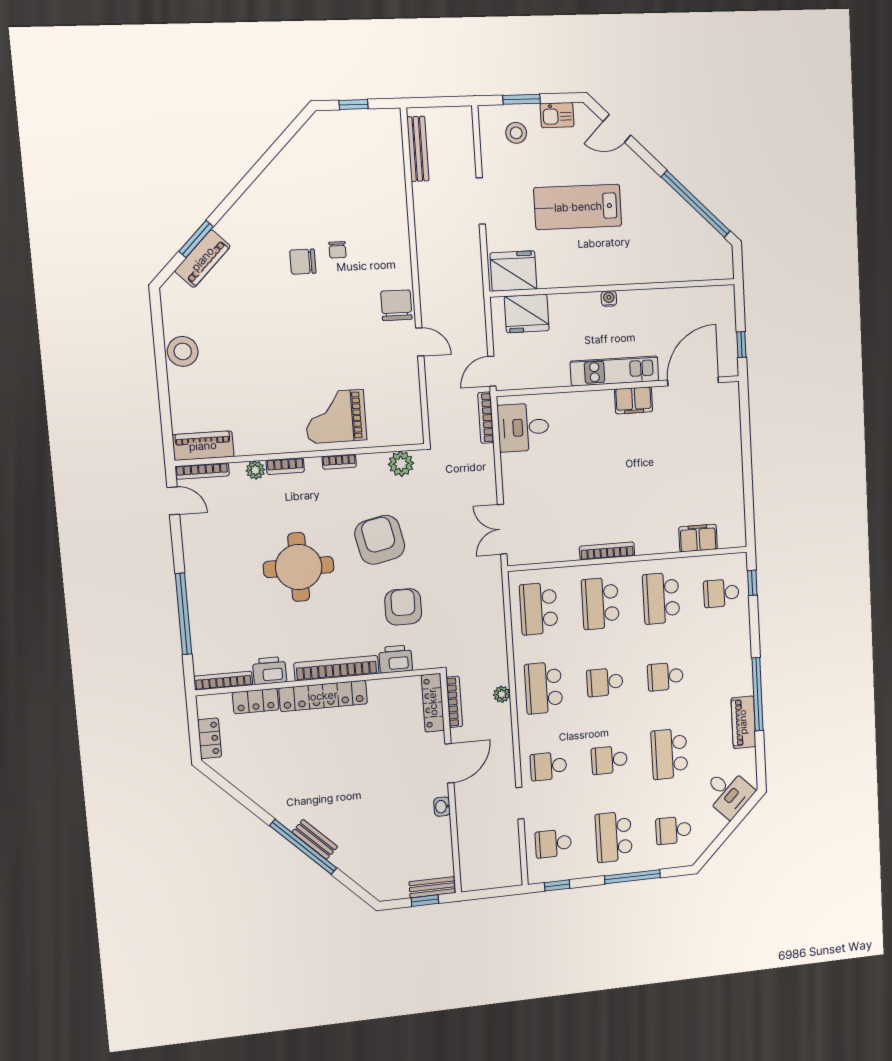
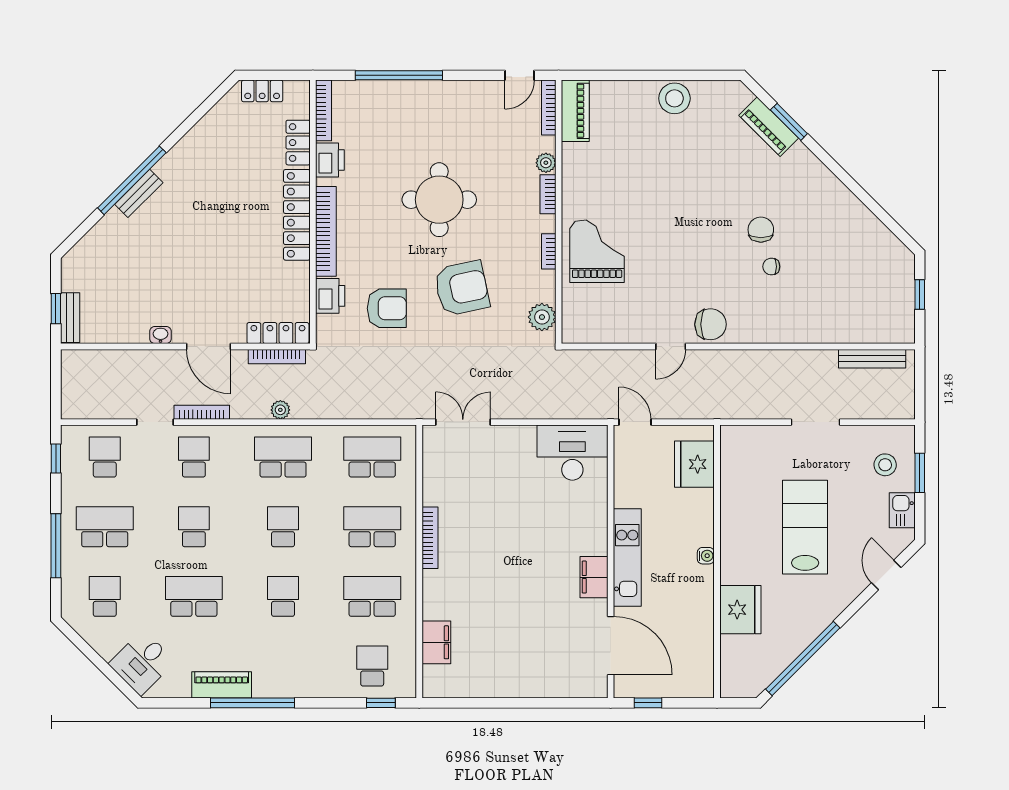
fridge: (513, 271) -> (740, 610), moved
bookcase: (486, 418) -> (202, 412), moved
desk: (523, 427) -> (572, 453), width x1.37

